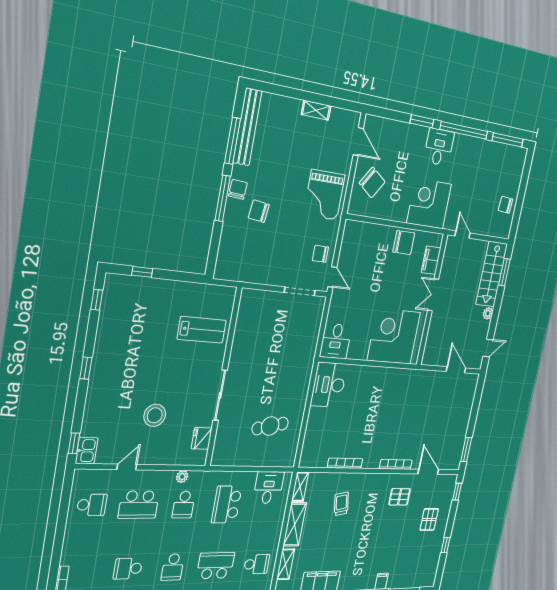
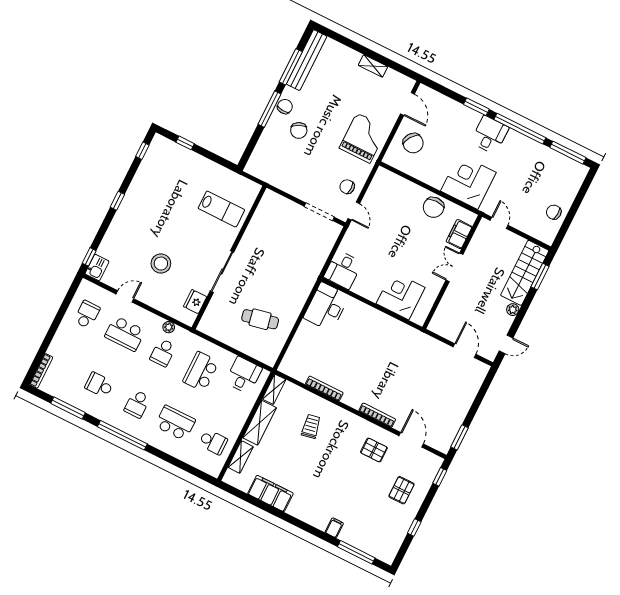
grand piano: (324, 195) -> (363, 138), turned 180
chair: (259, 211) -> (299, 130), turned -123
chair: (404, 243) -> (434, 207), turned 90
corner desk: (394, 336) -> (401, 296), width x0.74, depth x0.74
school desk: (92, 505) -> (87, 315), turned -90

